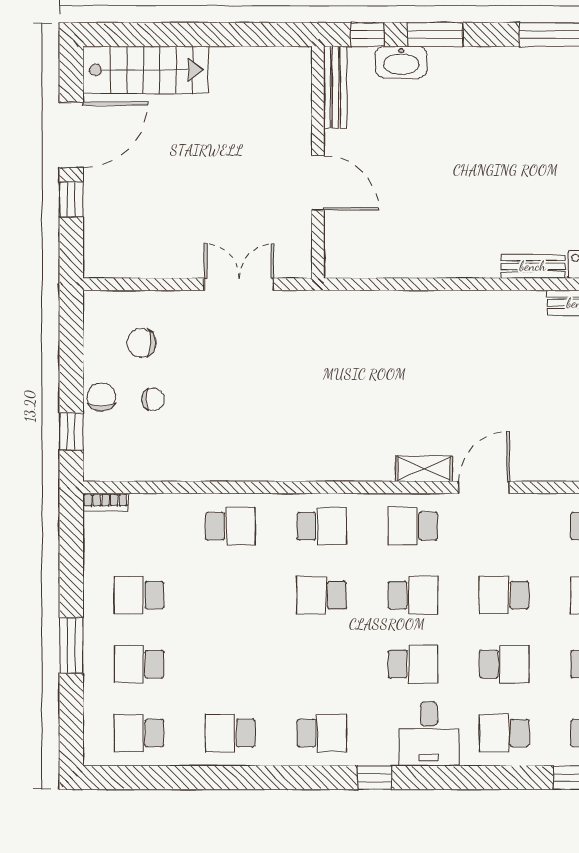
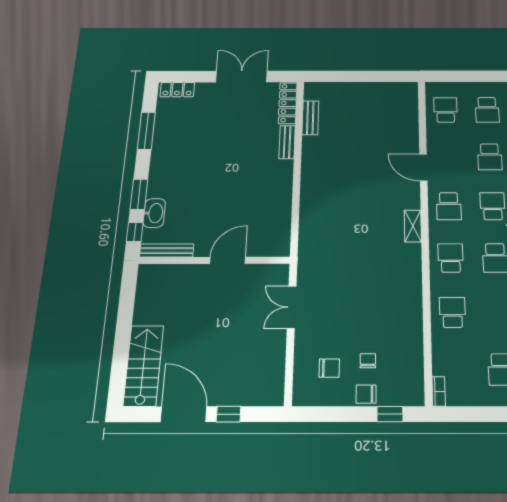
chair: (142, 343) -> (329, 368), turned -90
shelving: (424, 469) -> (413, 226), moved

